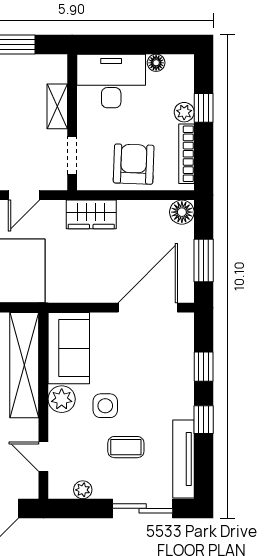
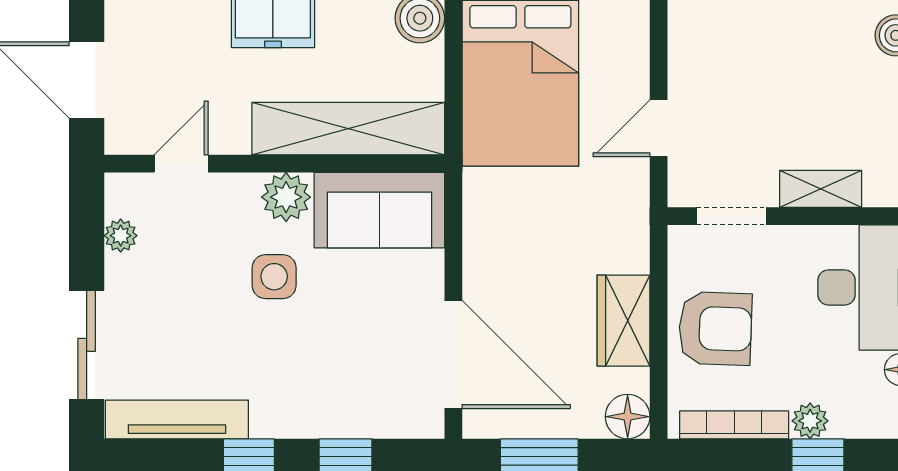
door: (24, 195) -> (659, 128), hinge flipped
wardrobe: (91, 214) -> (623, 321), moved
coffee table: (126, 447) -> (199, 314), removed

